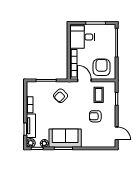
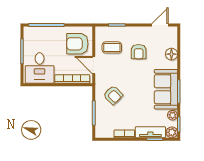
door: (84, 80) -> (94, 65), hinge flipped
floor lamp: (93, 143) -> (171, 54), added

